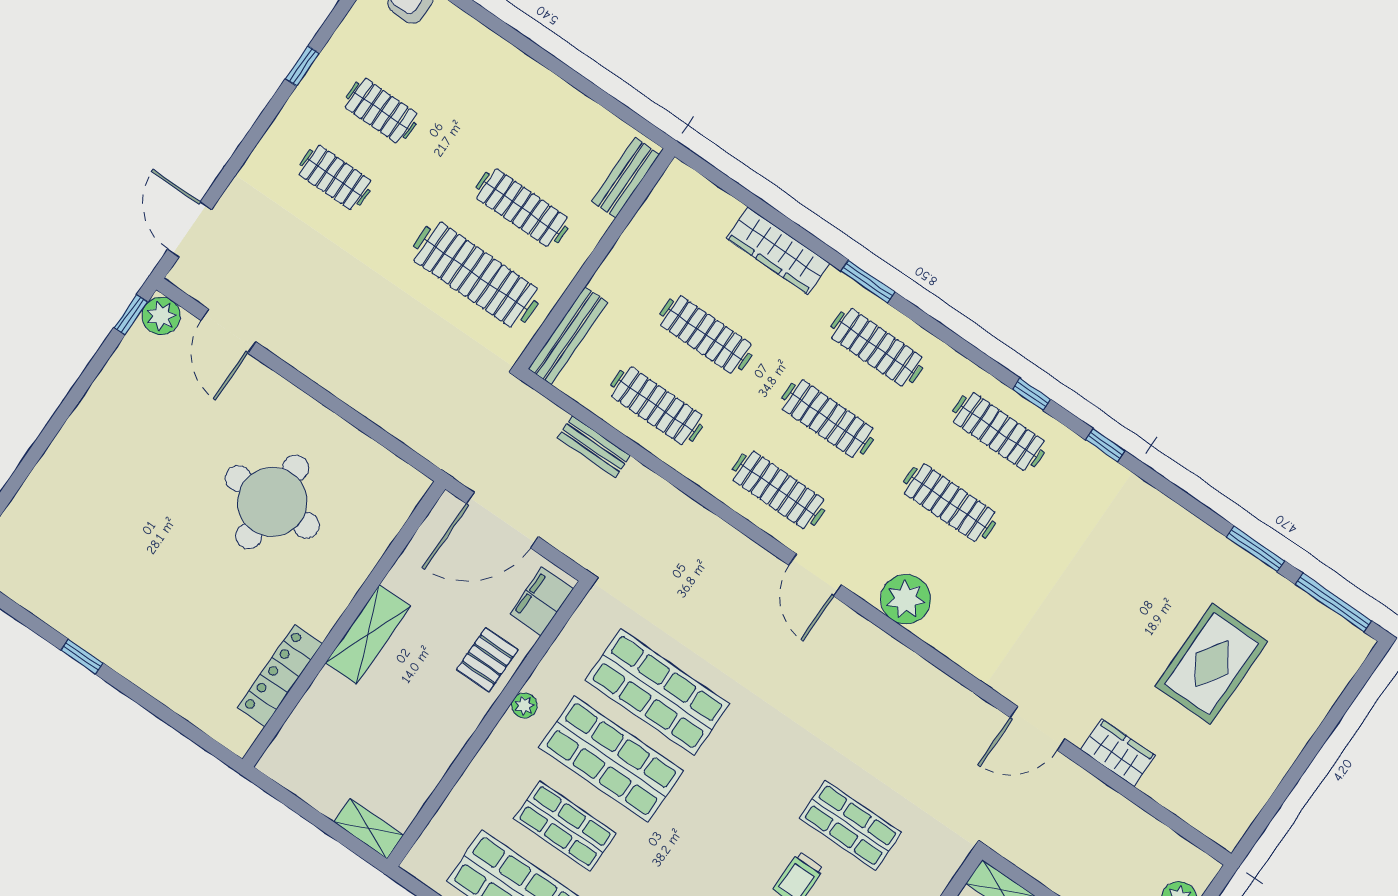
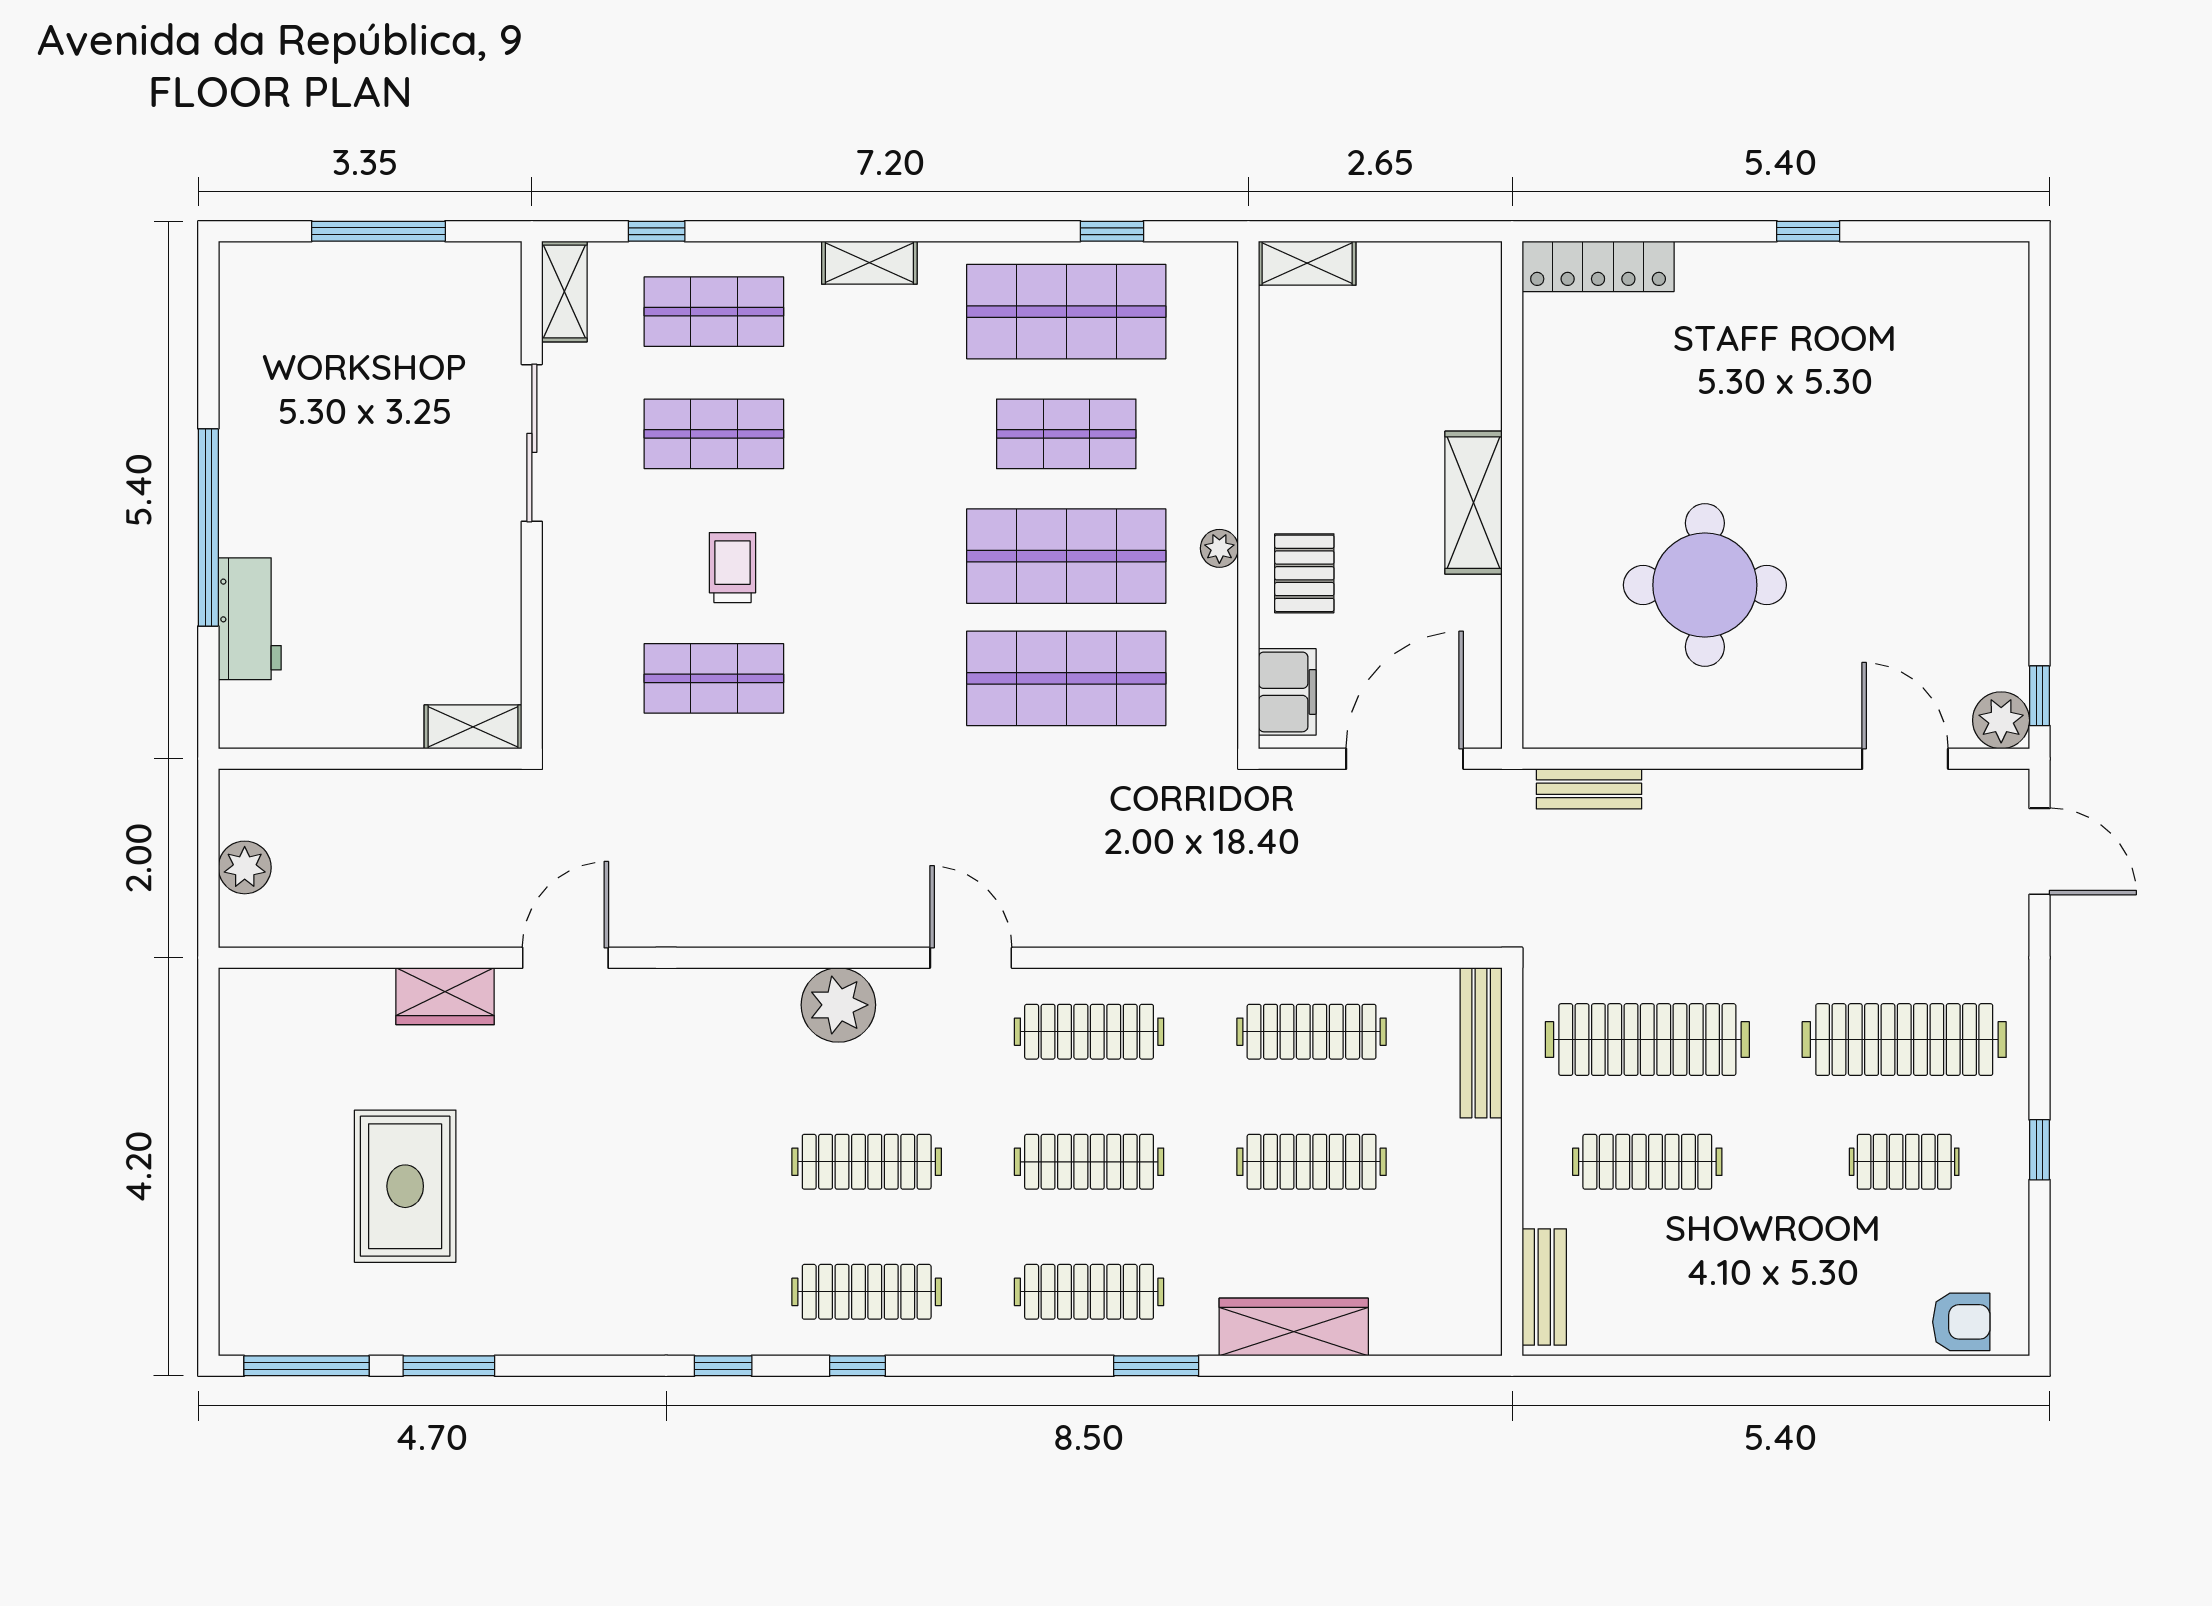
clothes rail: (335, 178) -> (1904, 1040), width x1.86, depth x1.31
bench: (594, 447) -> (1589, 789), moved
locker: (280, 676) -> (1598, 266), moved, turned 90

